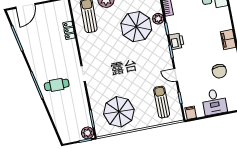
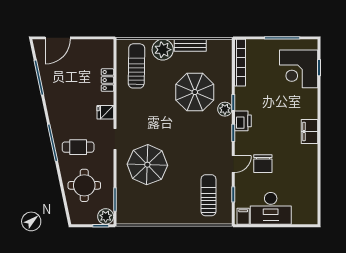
plant: (158, 19) -> (225, 109), moved
fridge: (72, 55) -> (105, 112), added
chair: (219, 71) -> (263, 164), moved
door: (176, 75) -> (233, 164), swing flipped
desk: (214, 102) -> (271, 208), width x1.37
parasol: (119, 112) -> (147, 165), moved
round table: (67, 113) -> (84, 185), added

